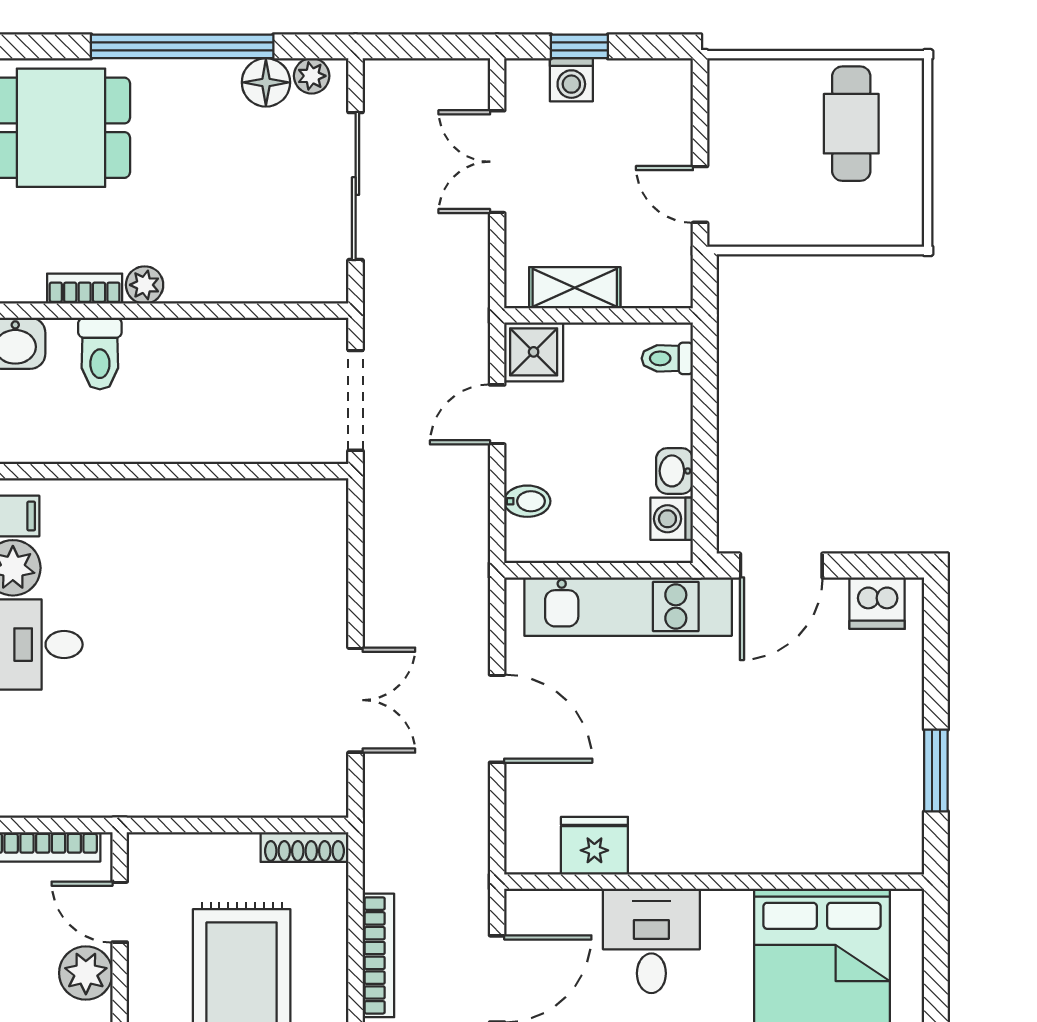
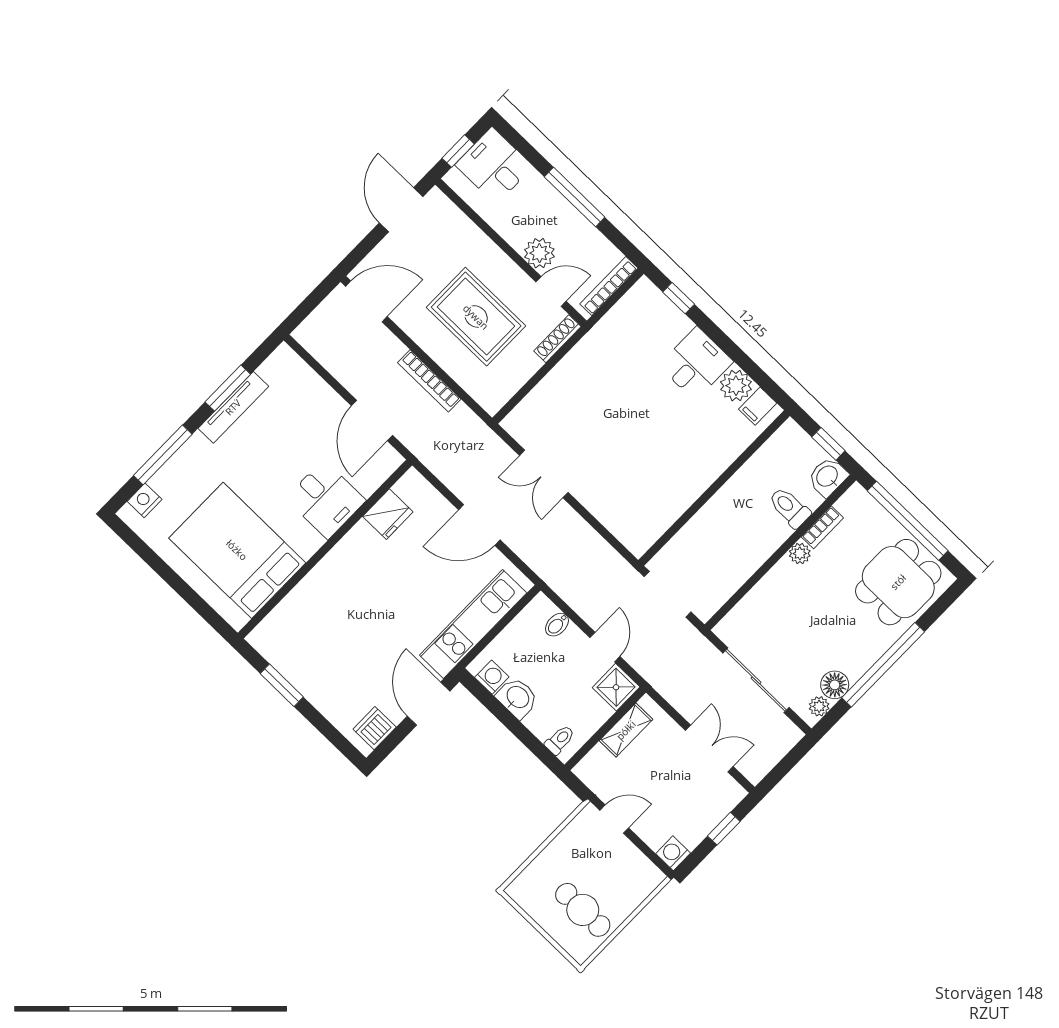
washing machine: (571, 80) -> (673, 853), moved
washbasin: (674, 471) -> (517, 698), width x1.38, depth x1.45
shoe rack: (305, 847) -> (557, 339), moved

